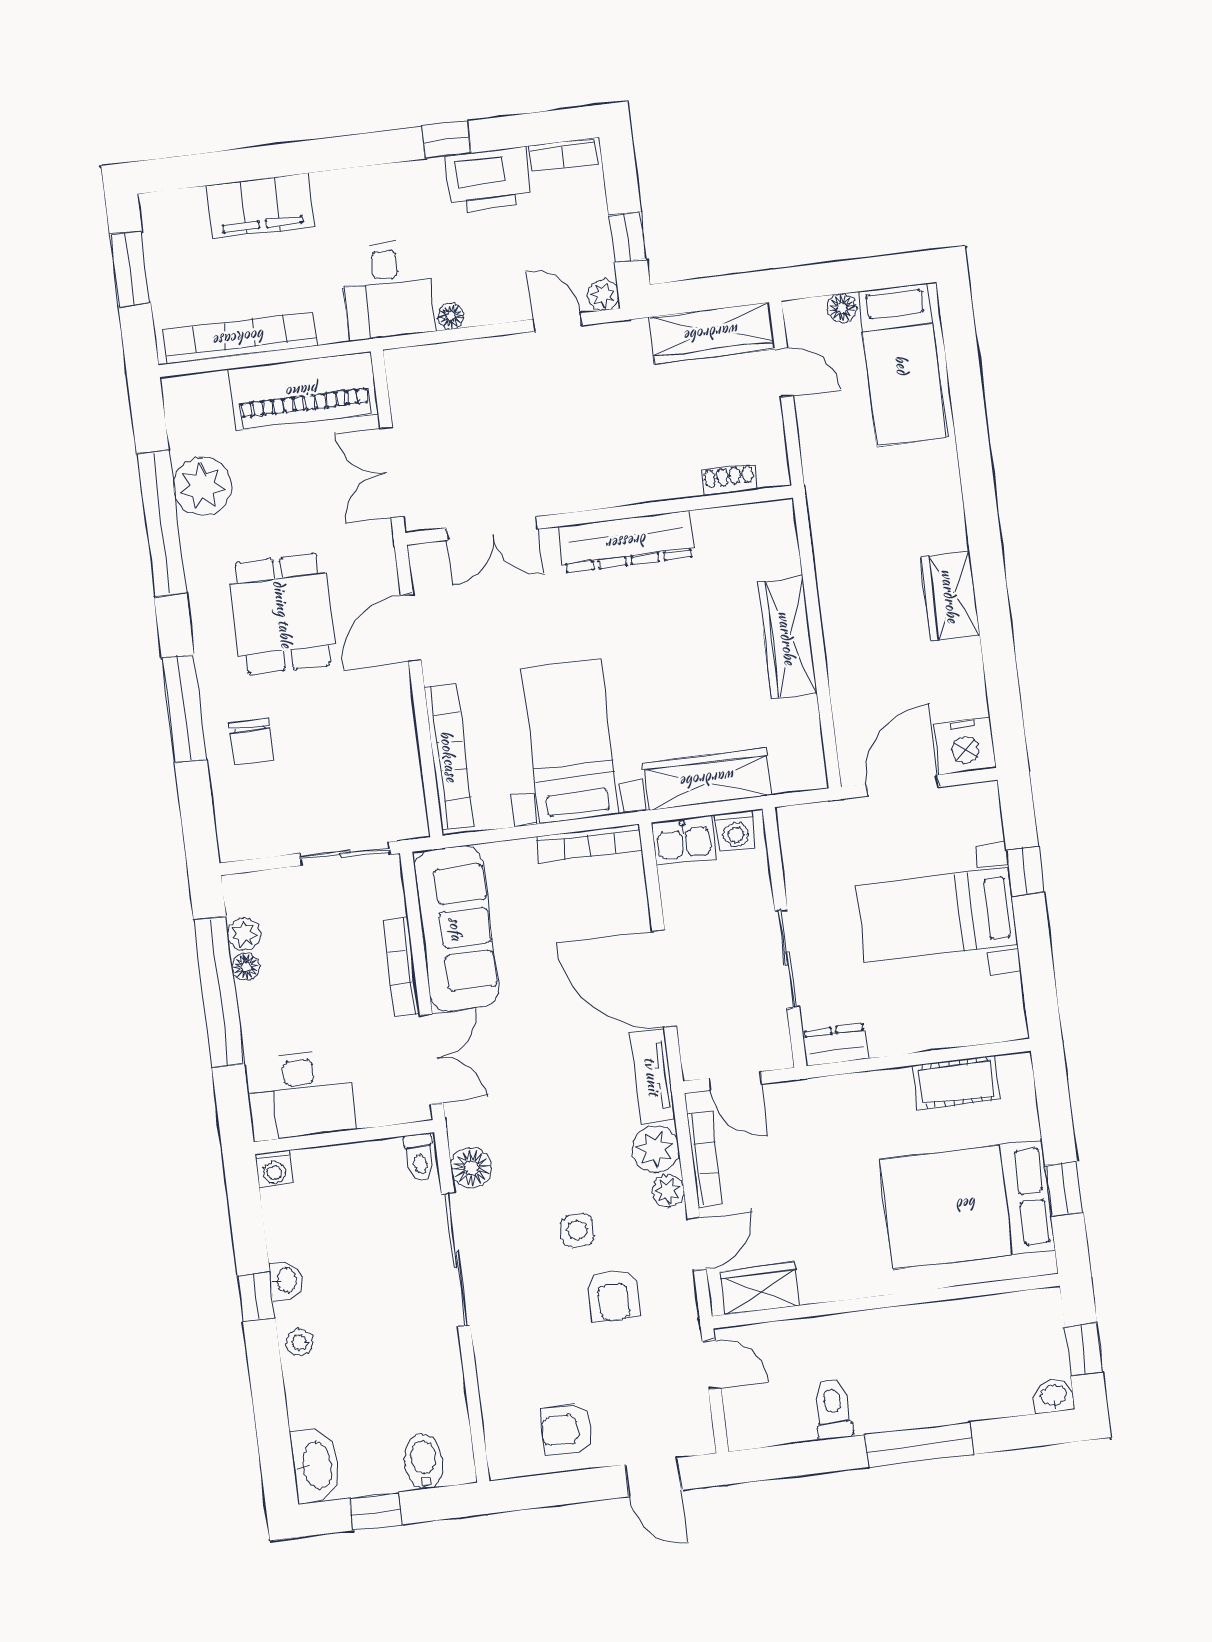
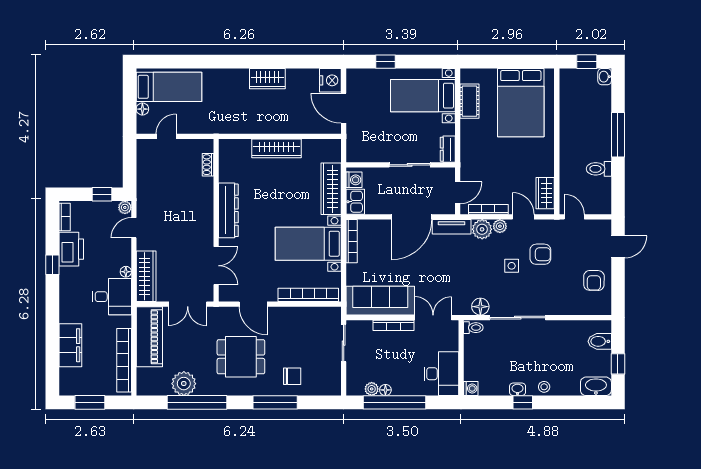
wardrobe: (712, 333) -> (146, 276), moved
bed with nightstands: (937, 916) -> (423, 96), moved, turned 90
window: (1064, 1189) -> (519, 62), removed
door: (712, 1365) -> (574, 217), hinge flipped

